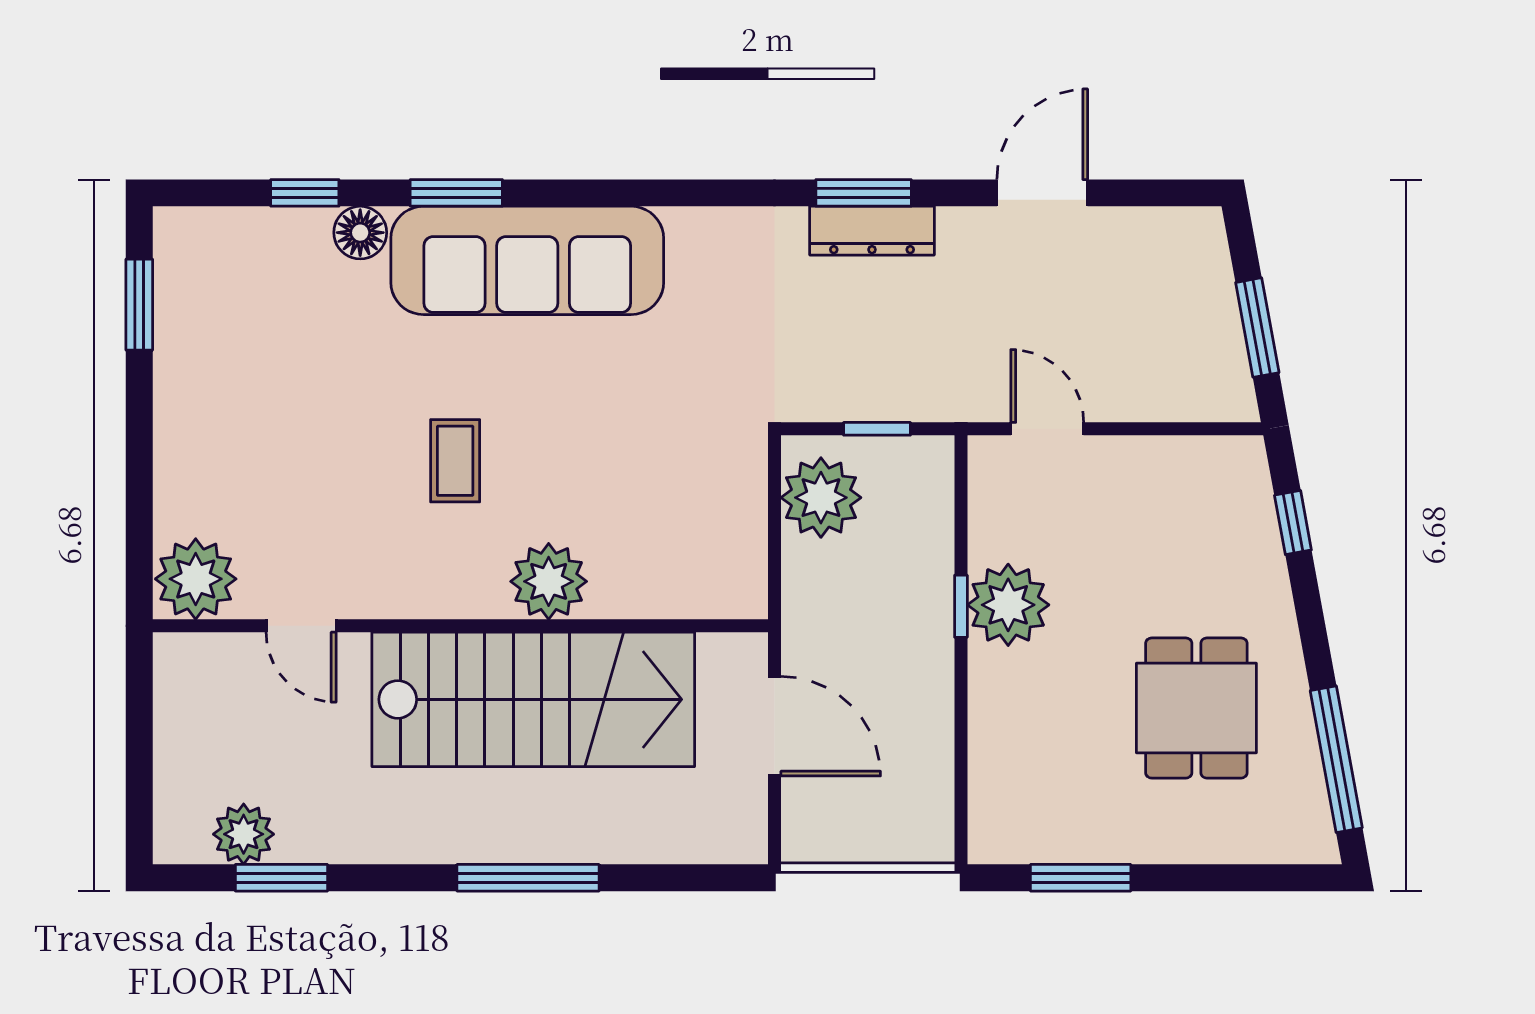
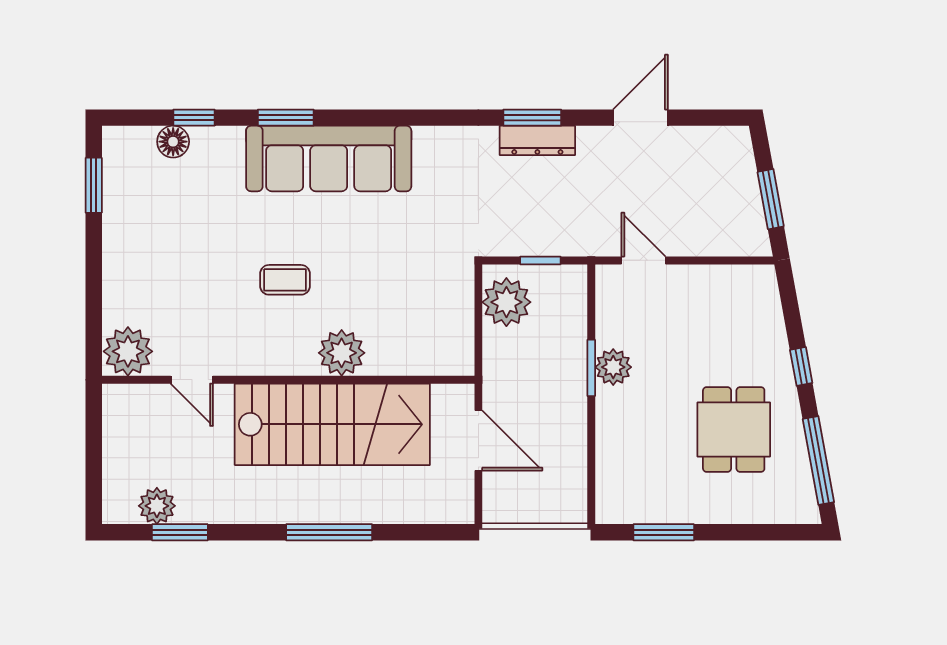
floor lamp: (360, 233) -> (173, 142), moved
coffee table: (455, 461) -> (285, 280), turned 90
window: (1293, 523) -> (801, 366), moved
plant: (1008, 605) -> (613, 367), width x0.73, depth x0.73
window: (961, 606) -> (591, 368), width x1.50

